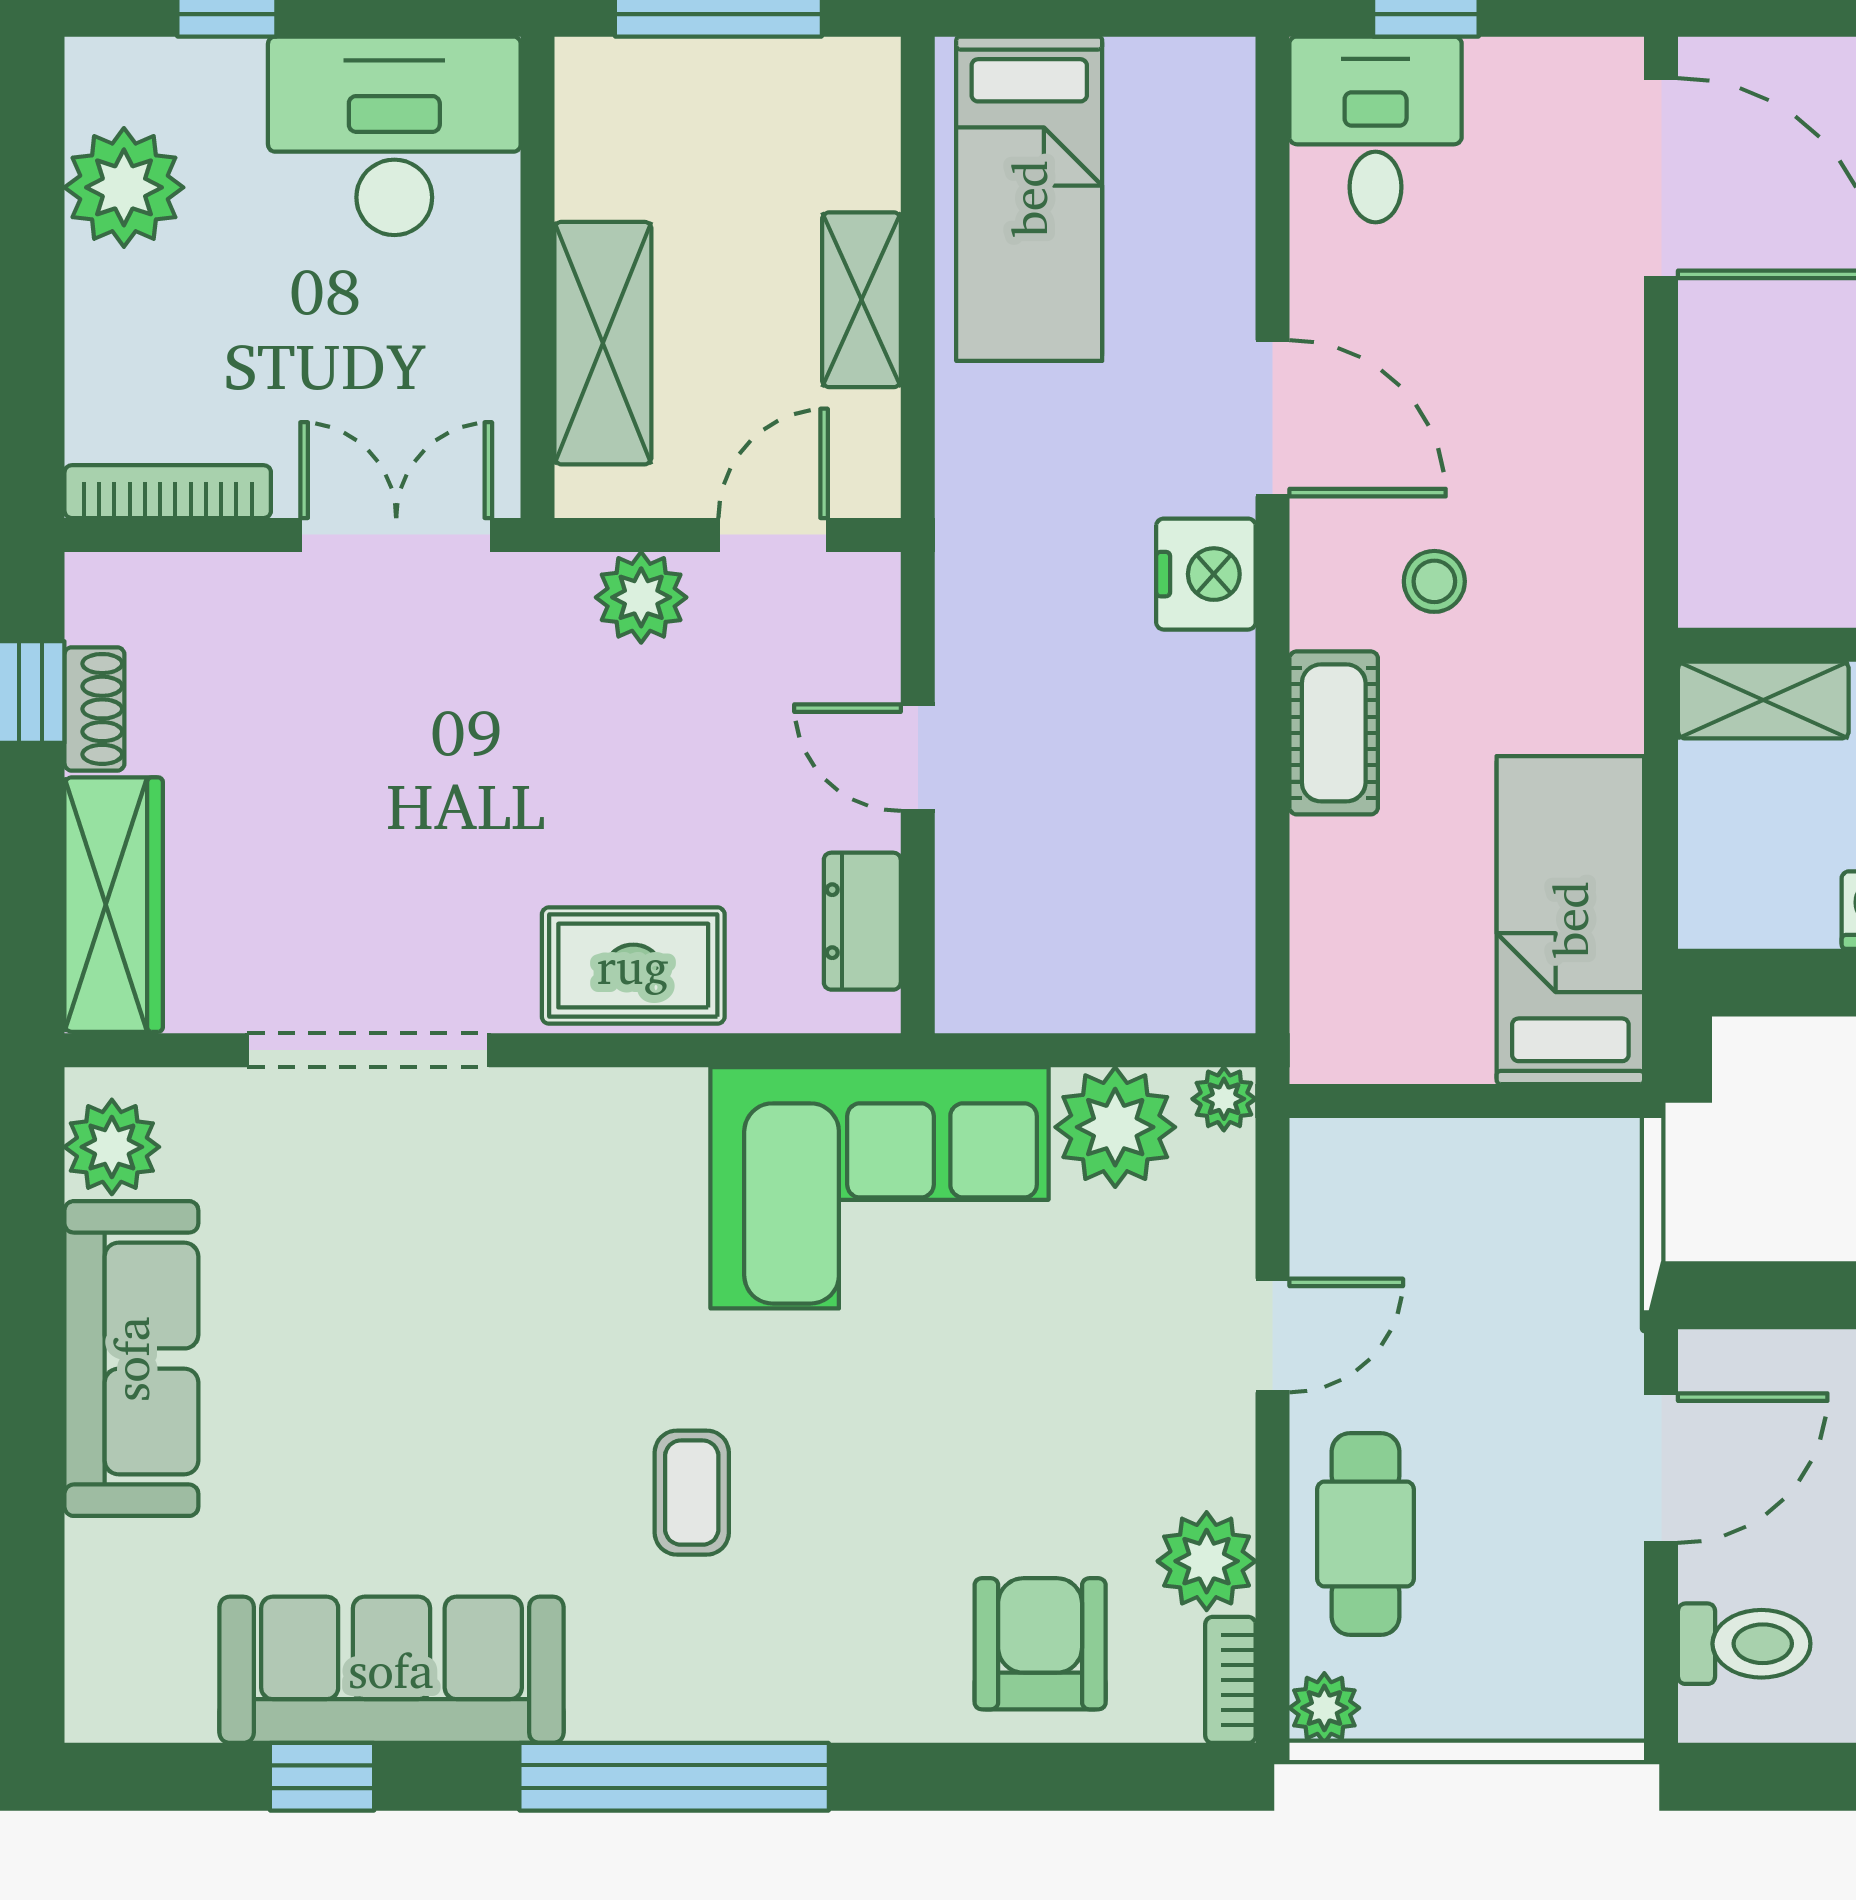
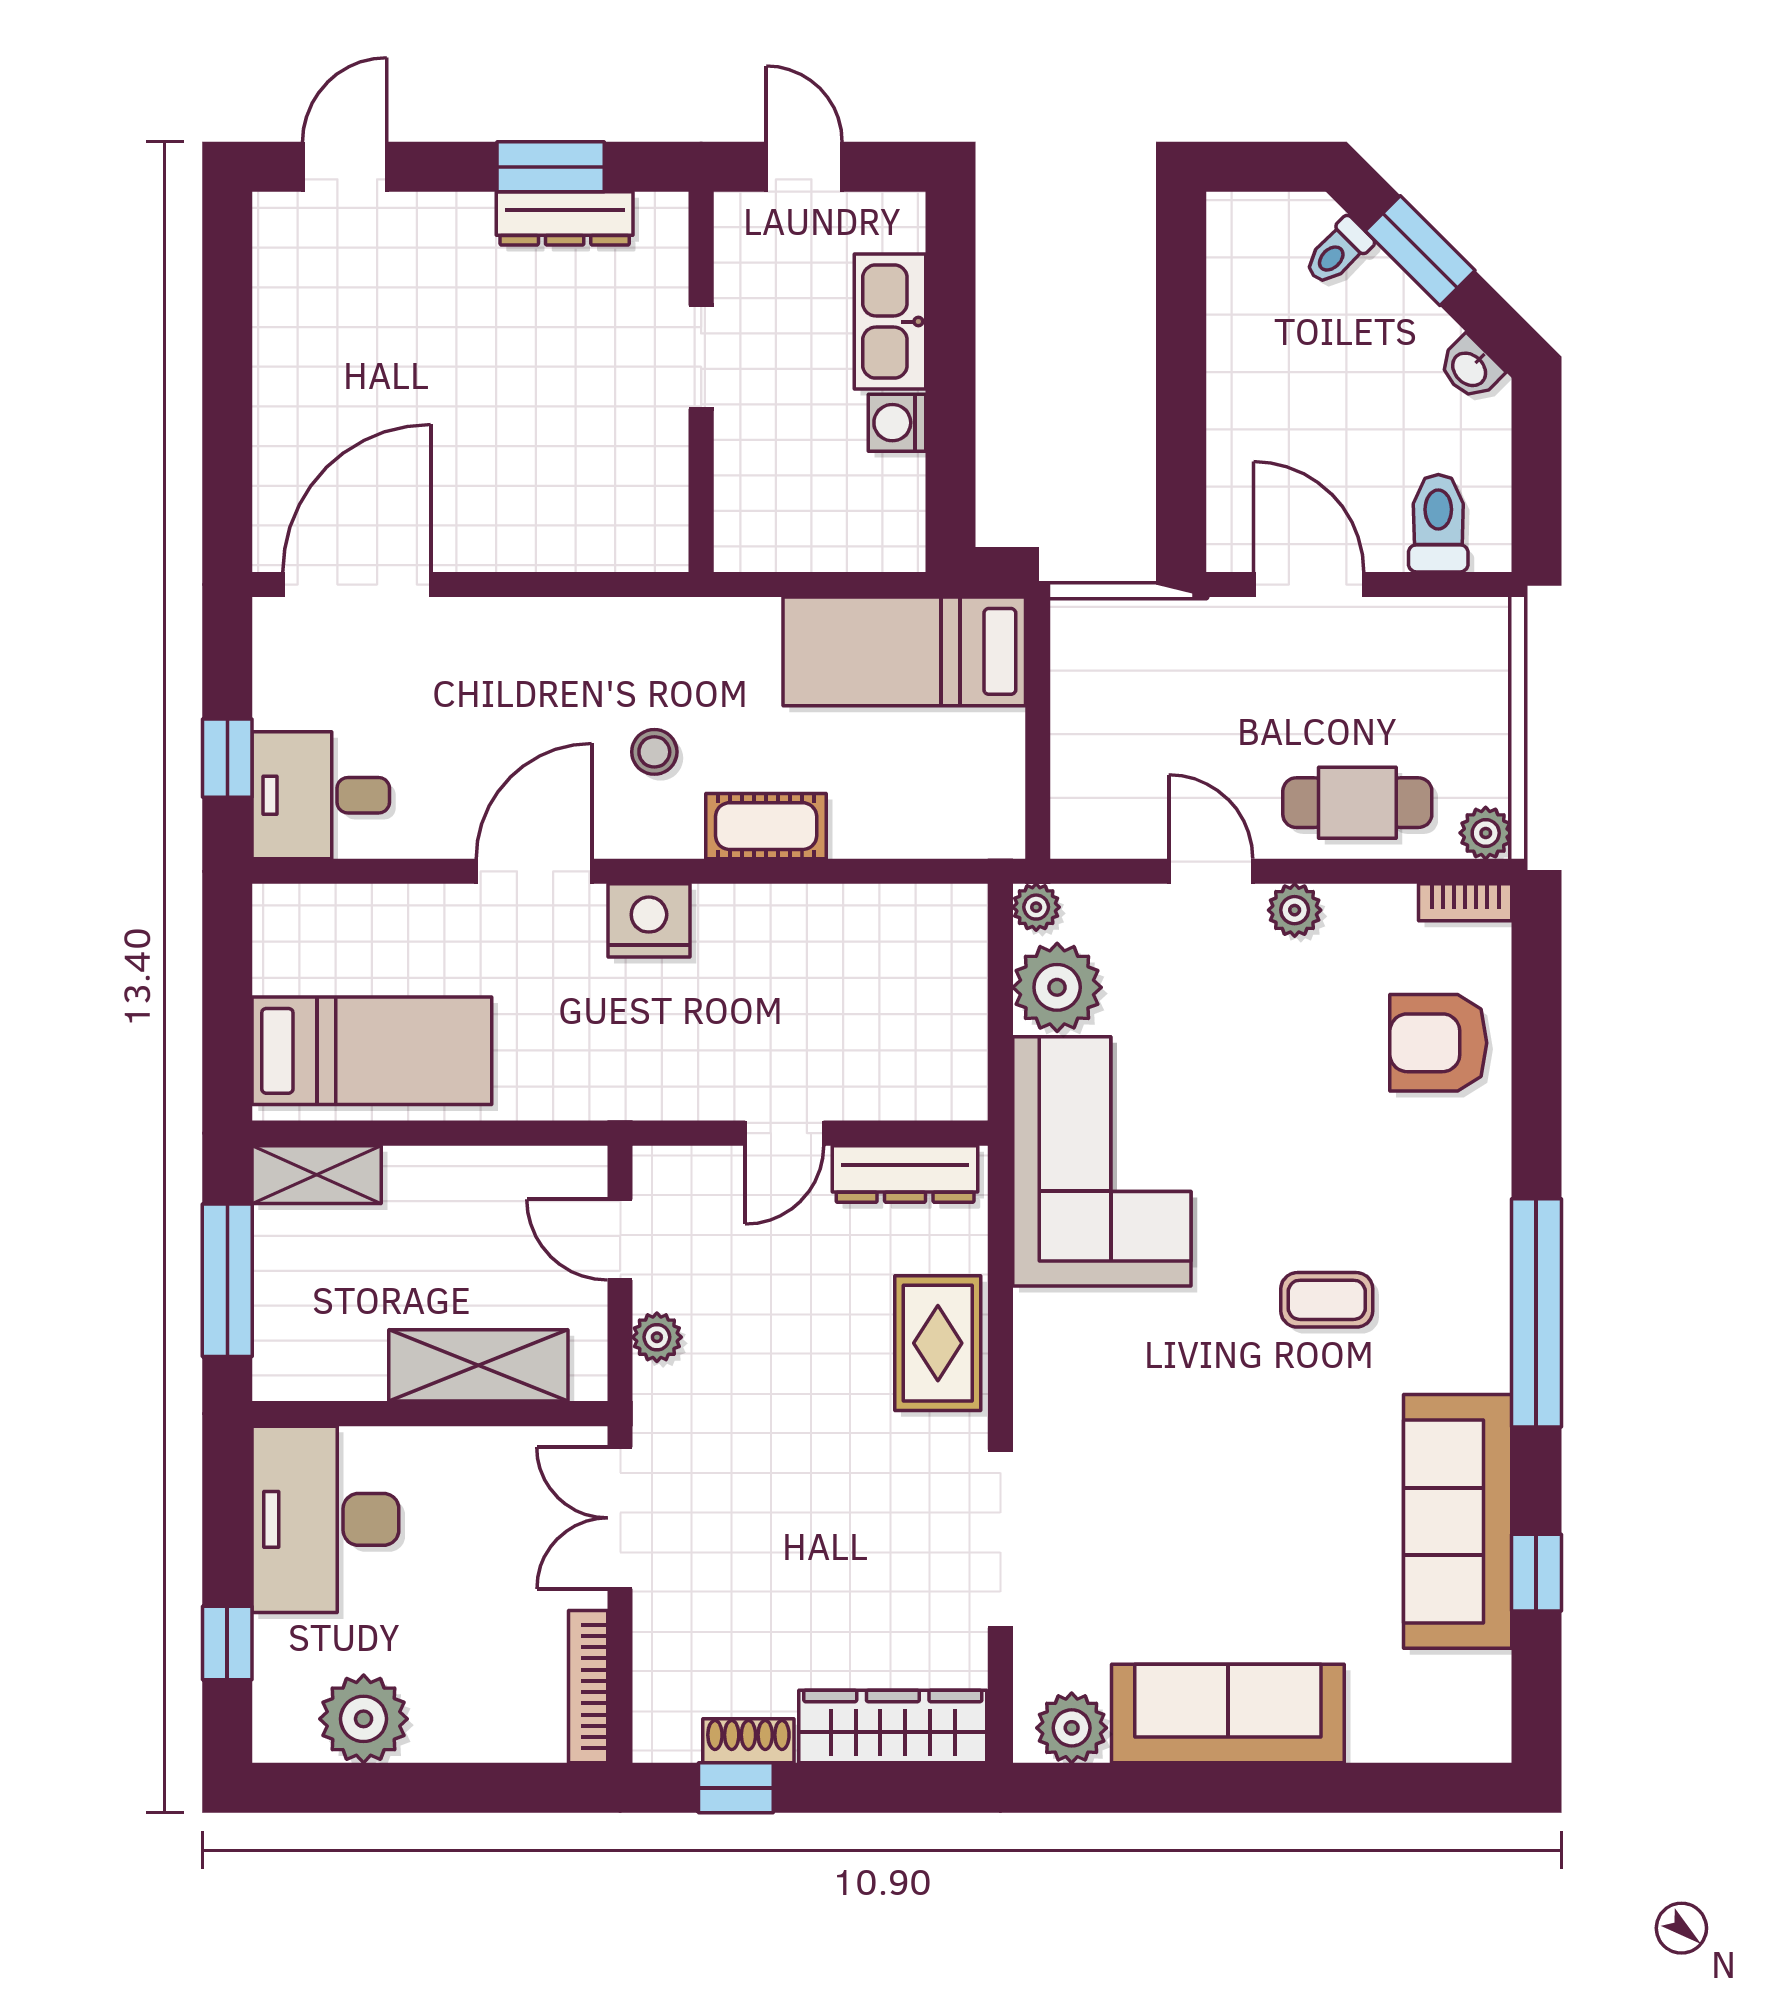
shelving: (861, 300) -> (317, 1175), moved
plant: (641, 597) -> (657, 1337), width x0.73, depth x0.73
shelving: (1763, 700) -> (742, 509), removed
dresser: (862, 921) -> (905, 1174), width x1.44
plant: (1207, 1561) -> (1295, 910), moved, width x0.73, depth x0.73

